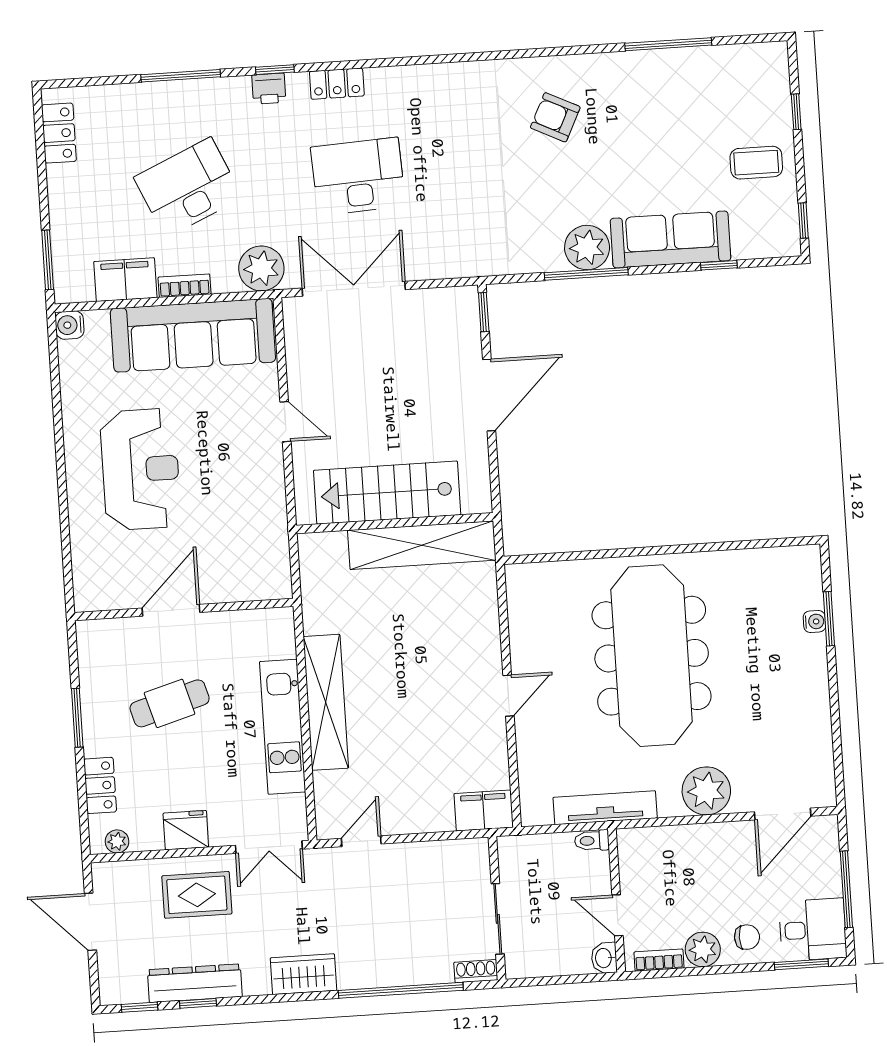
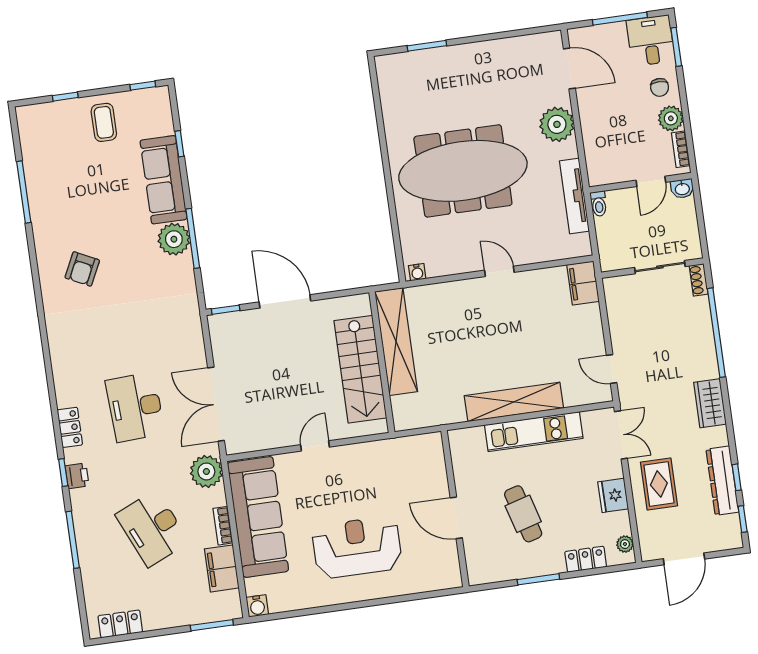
water cooler: (814, 622) -> (417, 272), moved, turned 180
chair: (747, 937) -> (660, 87), turned 180

